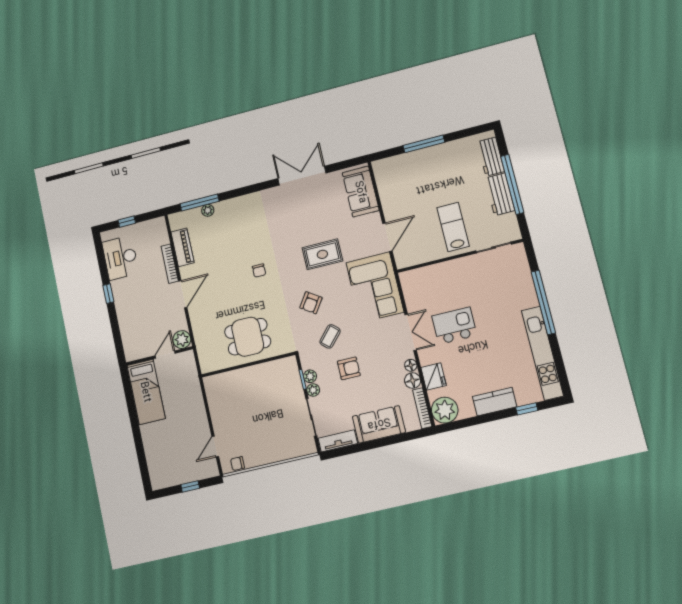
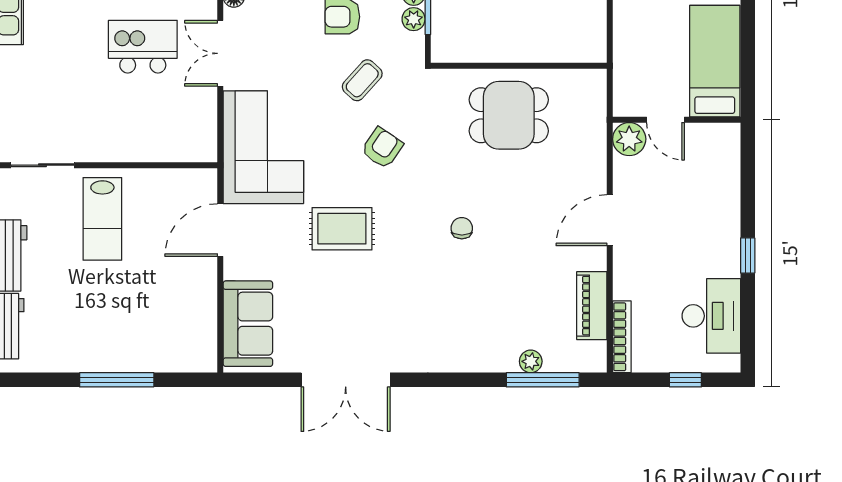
bookcase: (170, 264) -> (622, 337), moved
kitchen island: (454, 326) -> (143, 47), turned 180
door: (165, 354) -> (666, 120), hinge flipped

